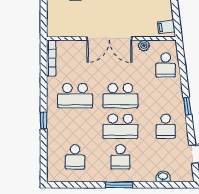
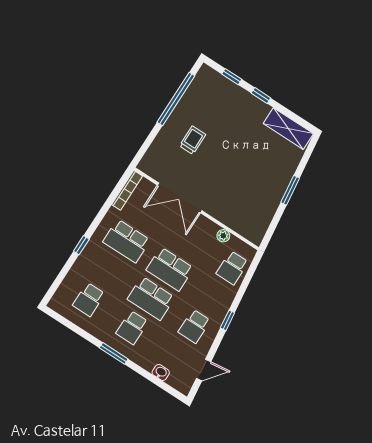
filing cabinet: (166, 27) -> (256, 232), removed
double door: (109, 39) -> (180, 198), moved

